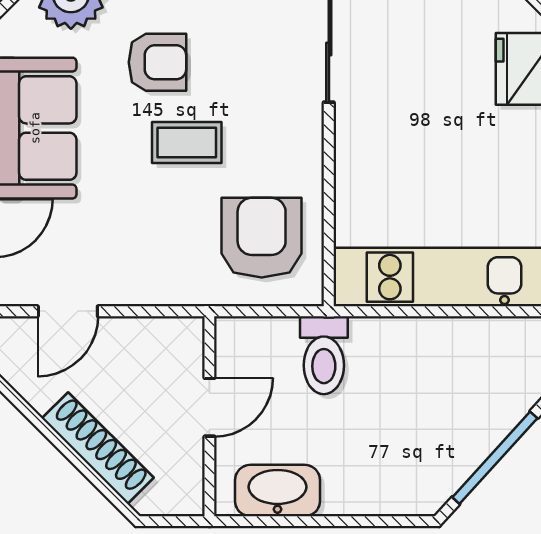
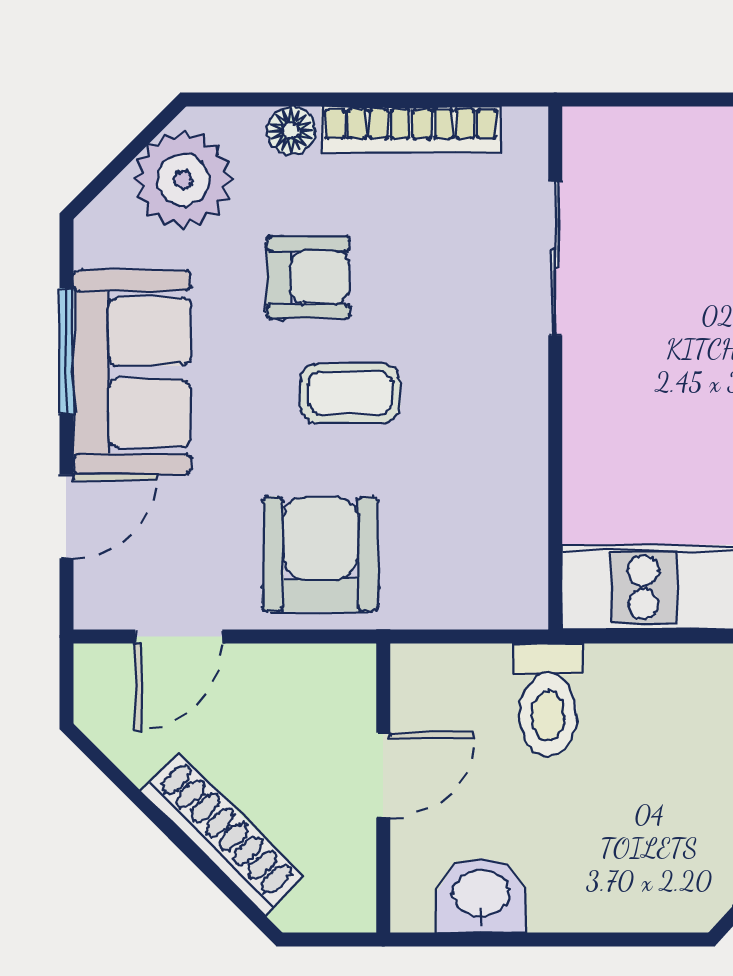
armchair: (262, 238) -> (321, 554), moved
washbasin: (277, 491) -> (481, 895), width x0.72

